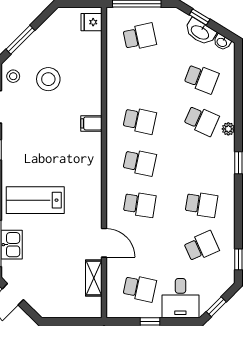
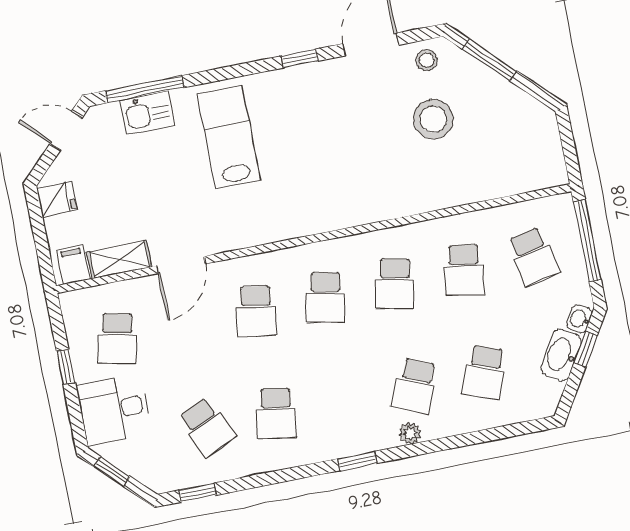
fridge: (92, 22) -> (57, 199), moved, turned 90
washbasin: (222, 42) -> (579, 319), moved
school desk: (140, 79) -> (464, 270), added
filing cabinet: (91, 123) -> (73, 265), moved

